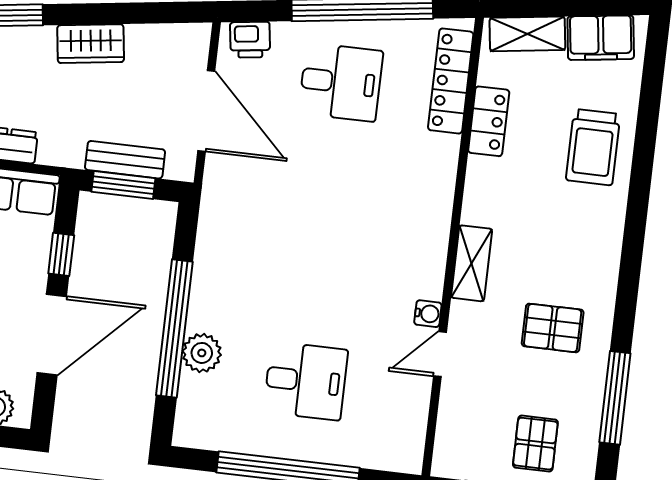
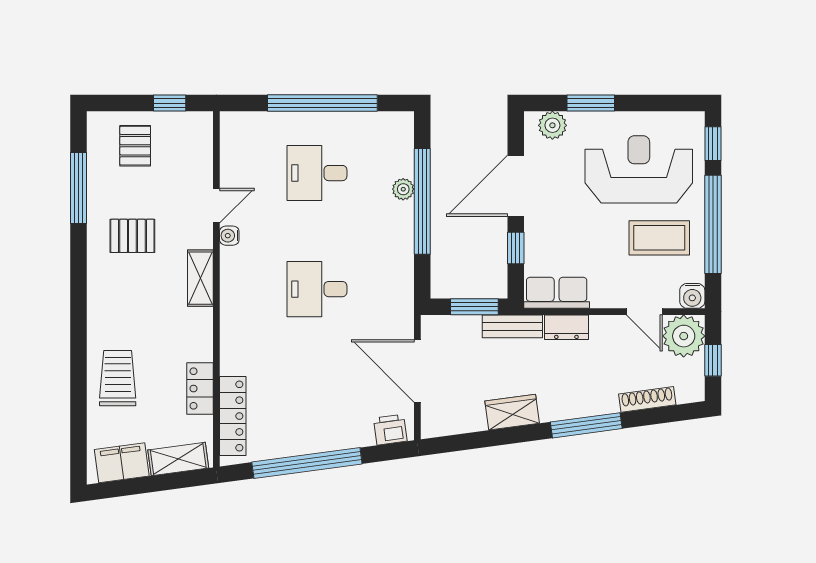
desk: (341, 82) -> (317, 289), moved
bench: (125, 160) -> (512, 326), moved
plant: (202, 353) -> (403, 189), width x0.73, depth x0.73

